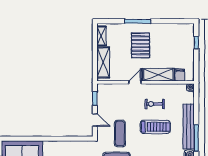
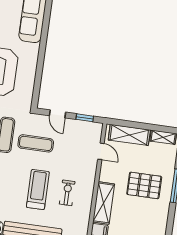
door: (135, 82) -> (101, 151), moved
door: (95, 120) -> (58, 114), hinge flipped
treadmill: (155, 127) -> (38, 190), turned 180

